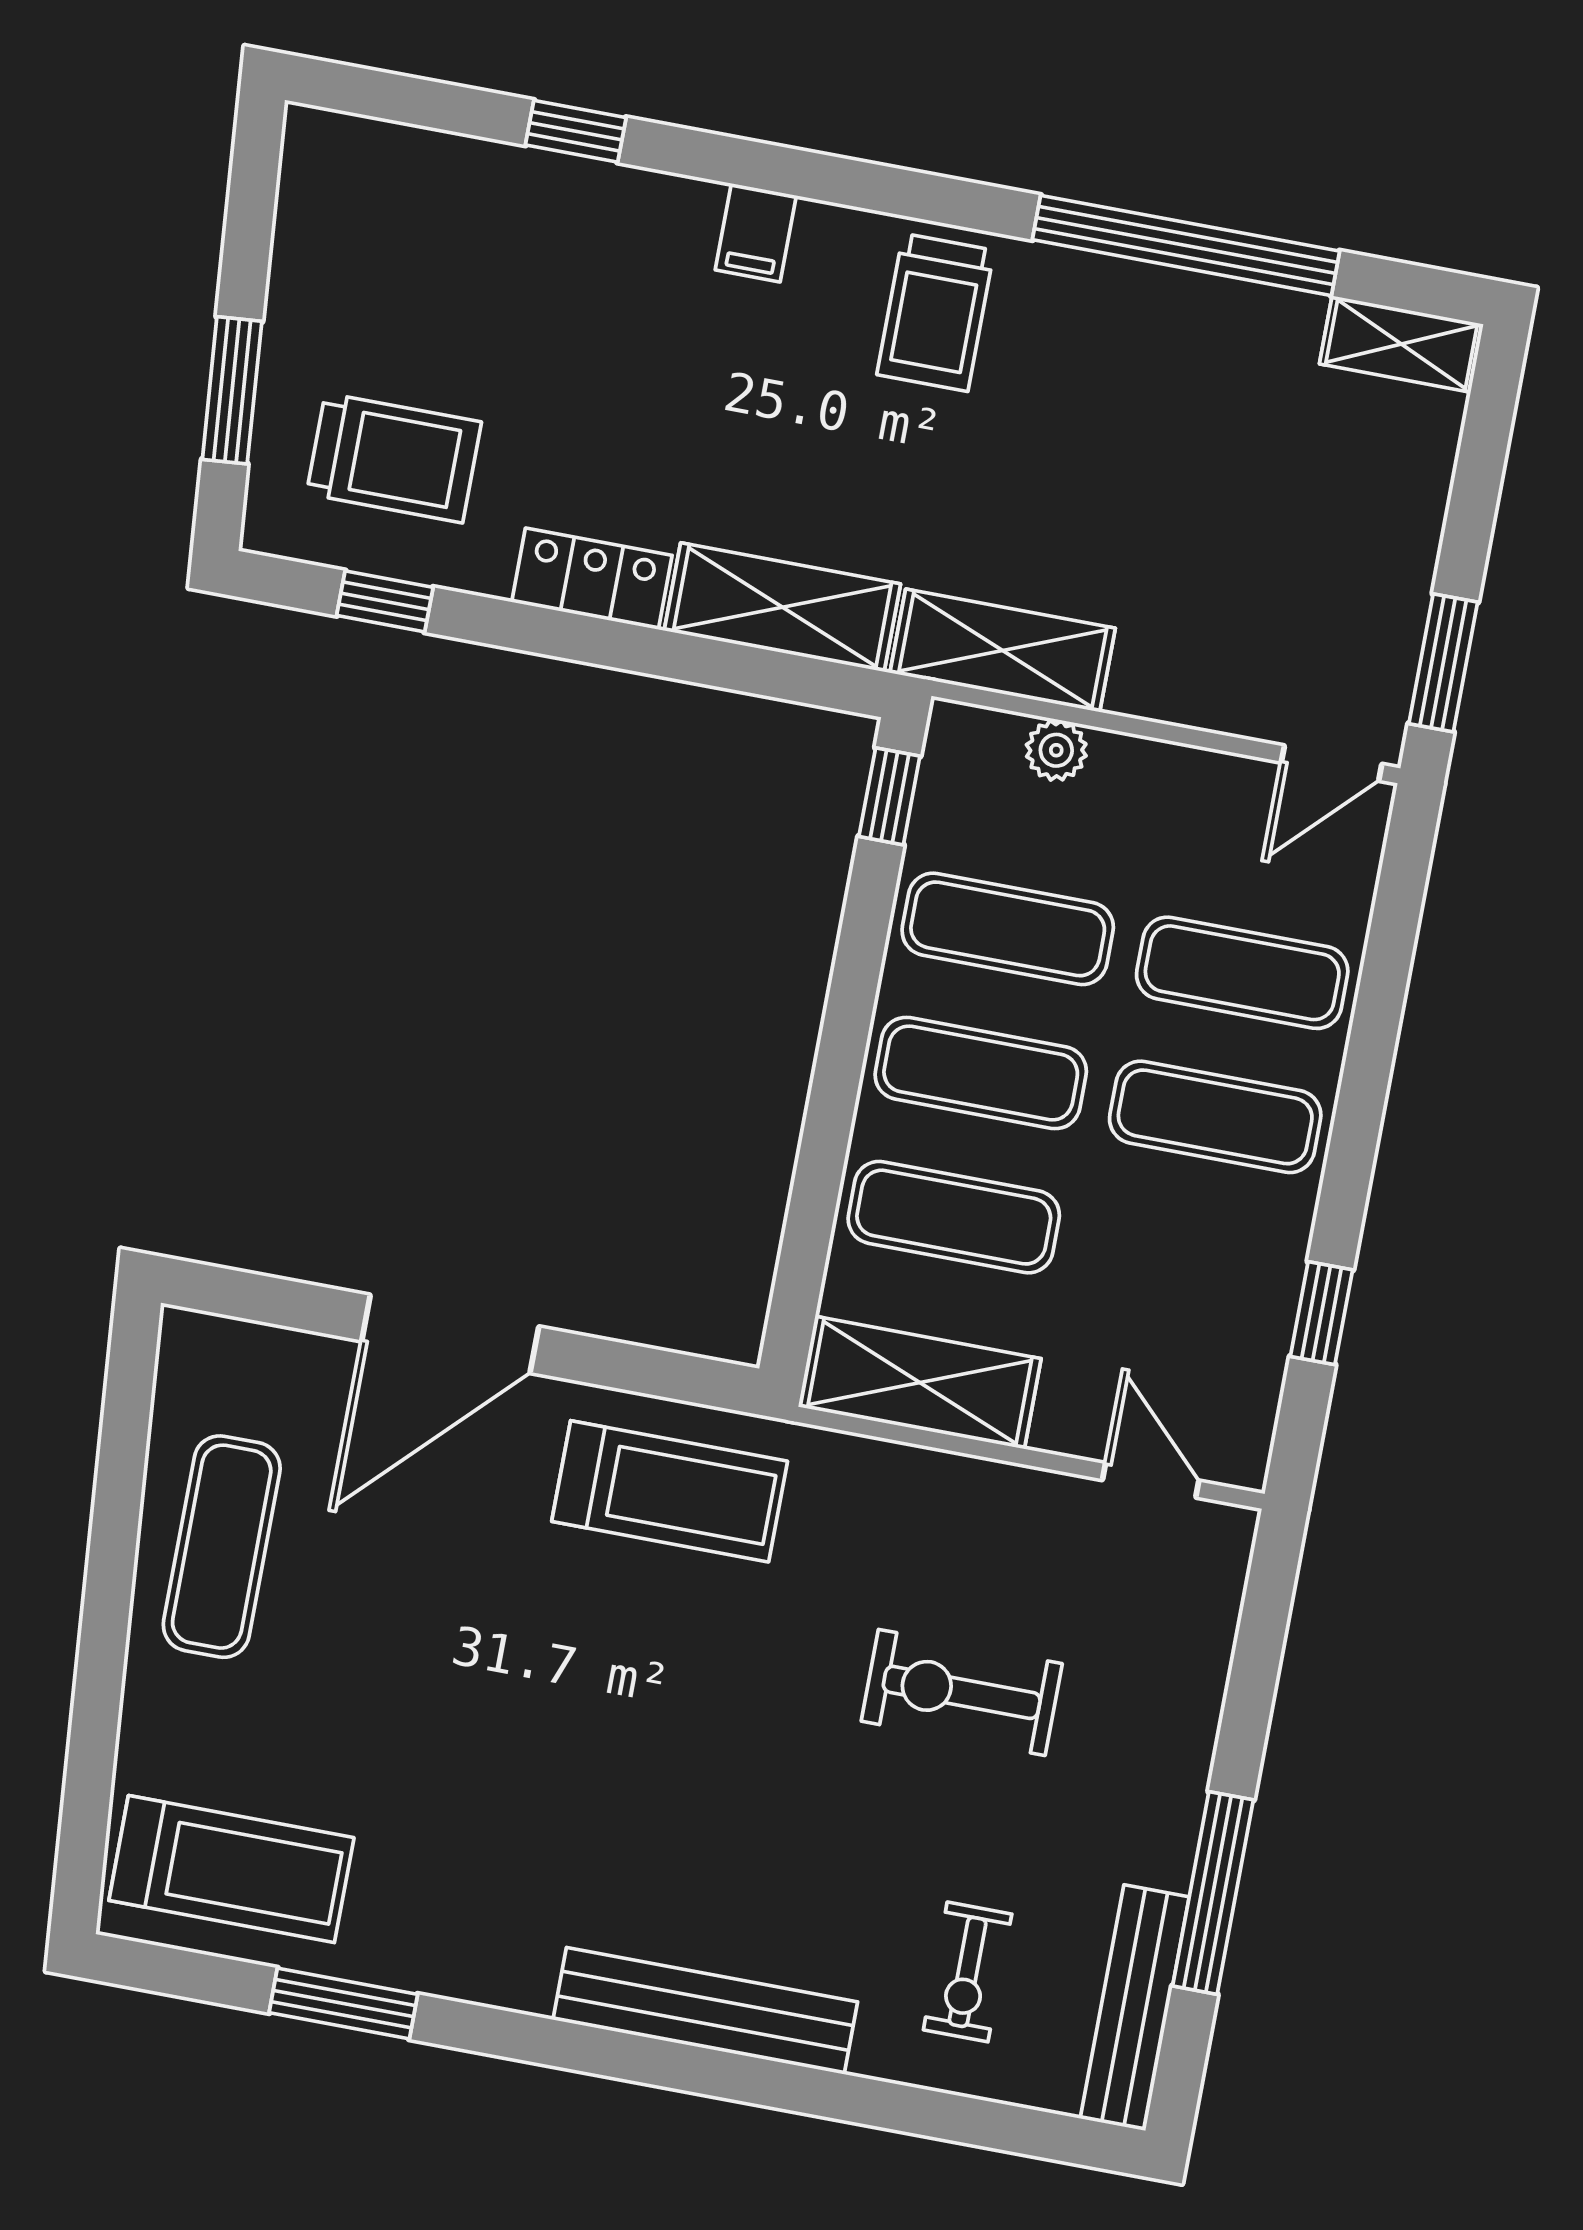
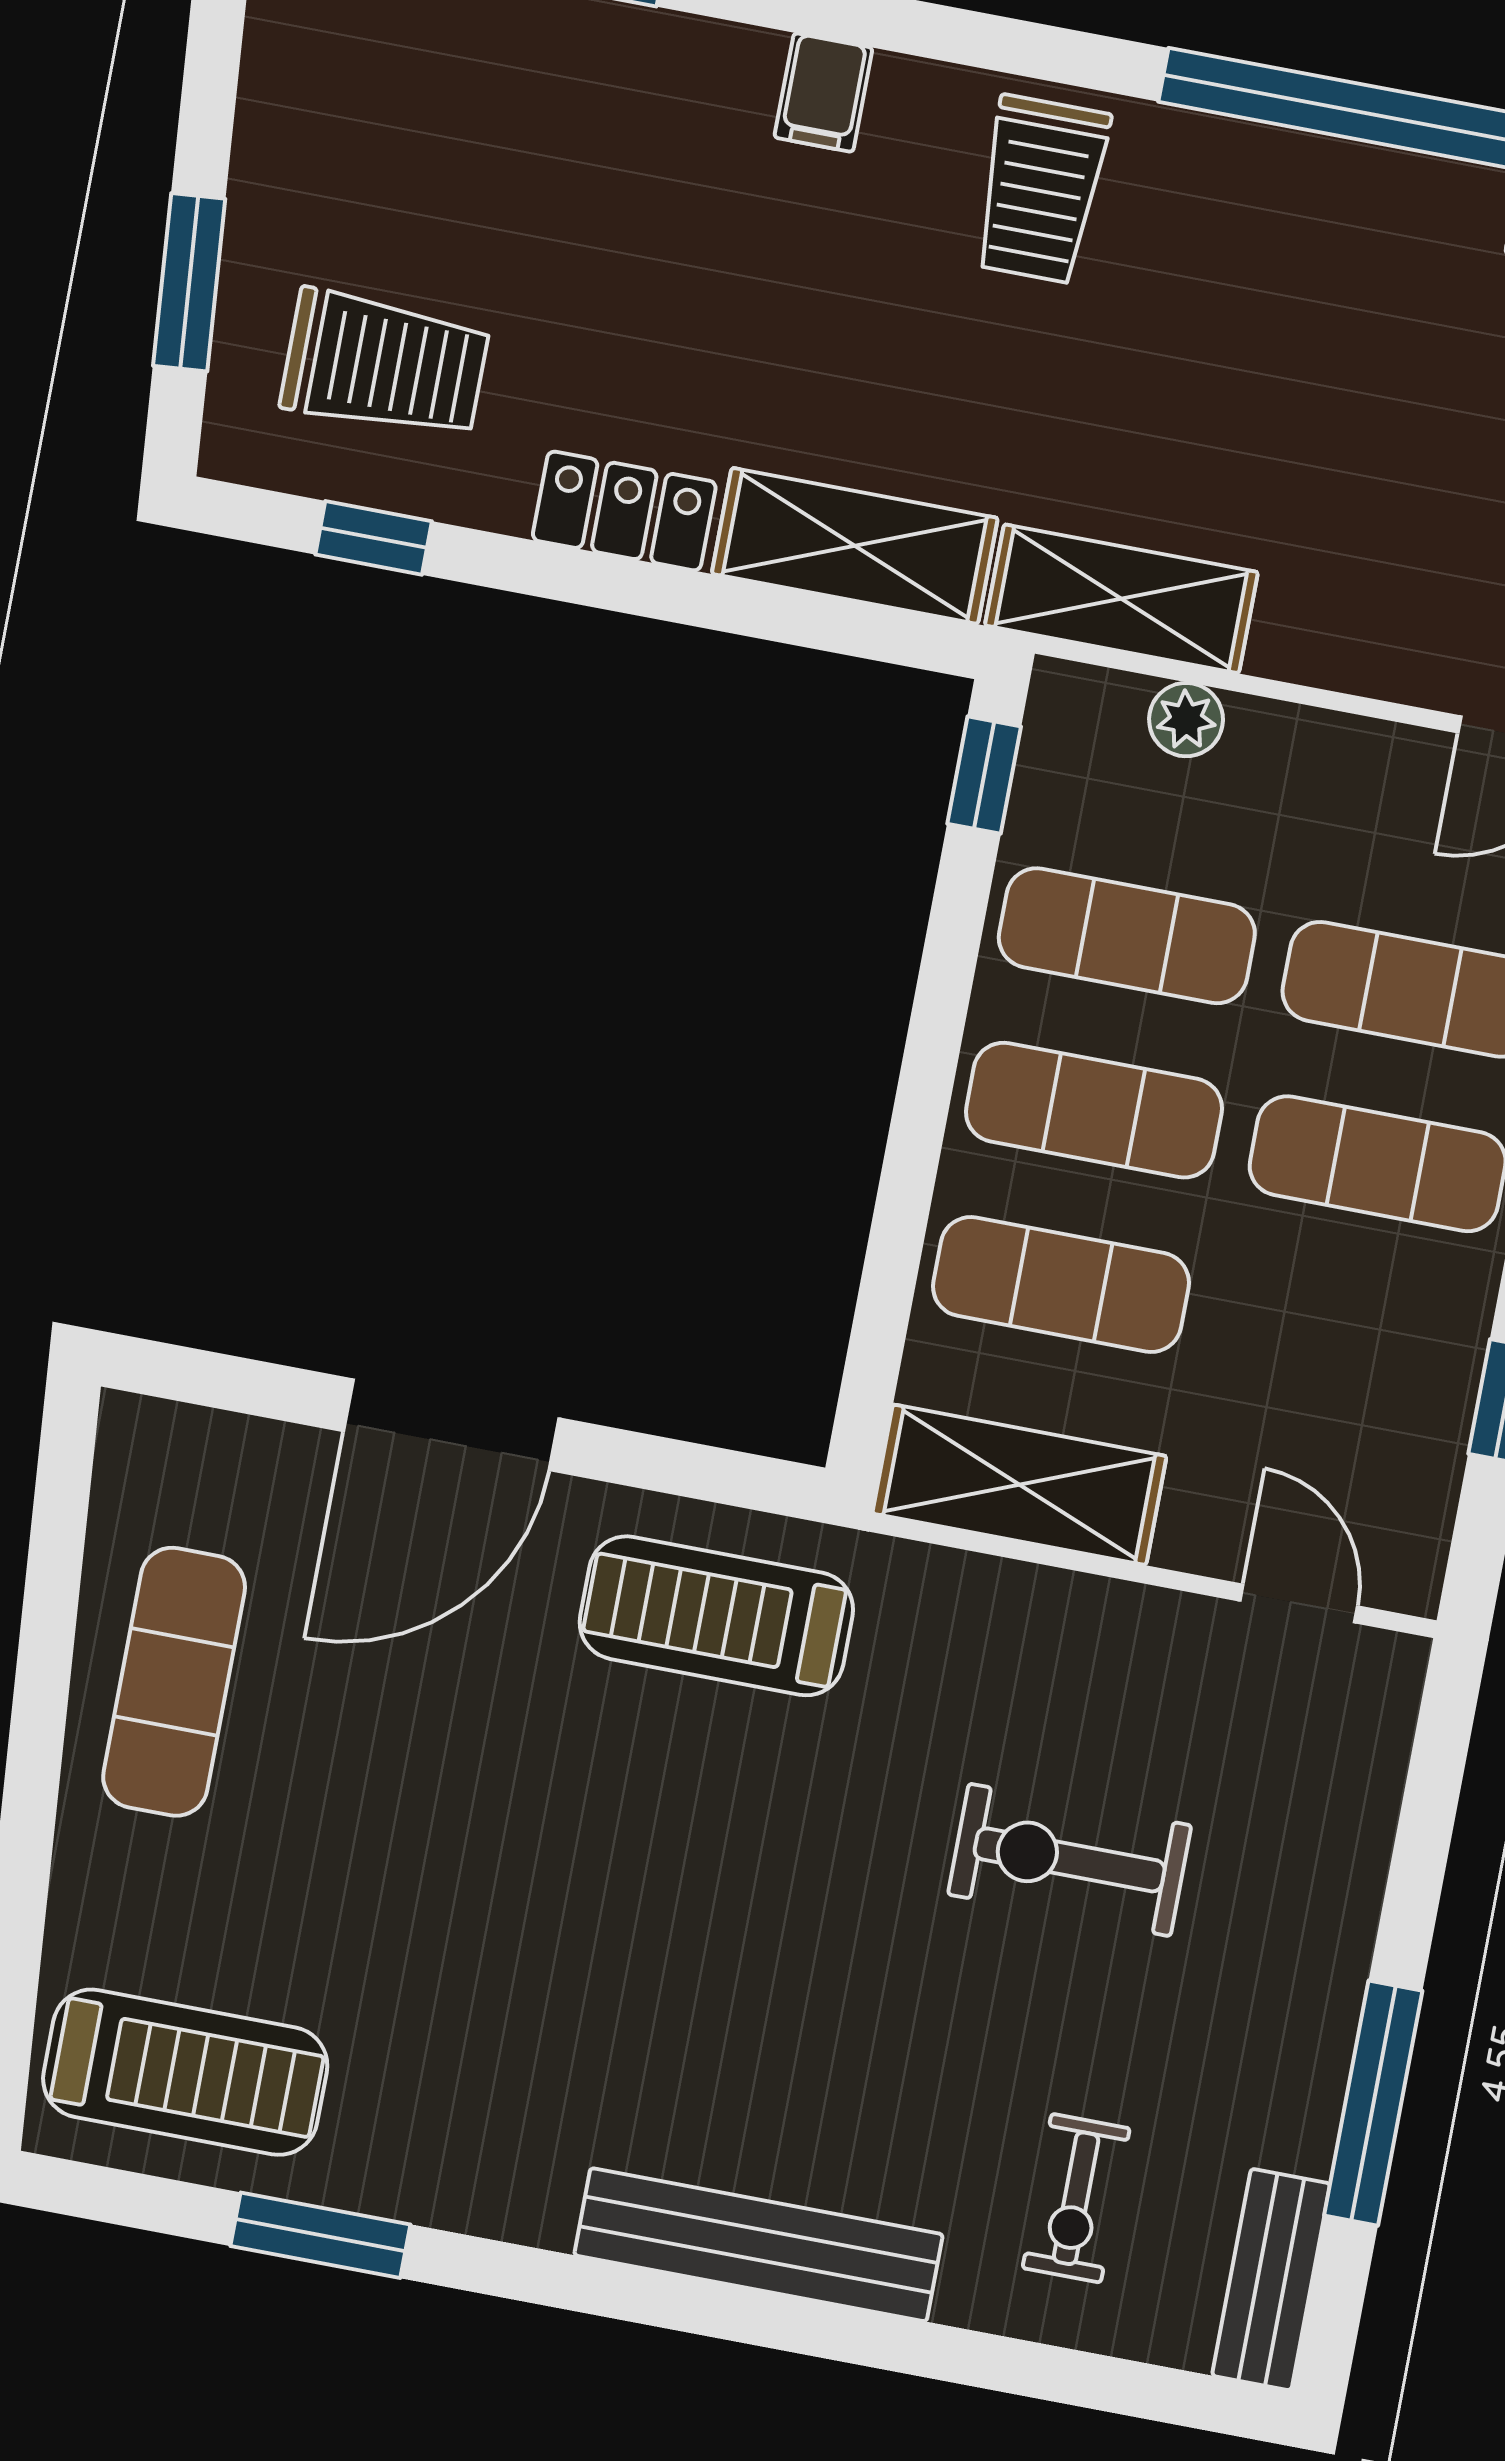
treadmill: (670, 1491) -> (716, 1616), turned 180
bench: (1135, 2008) -> (1271, 2280), width x0.73

